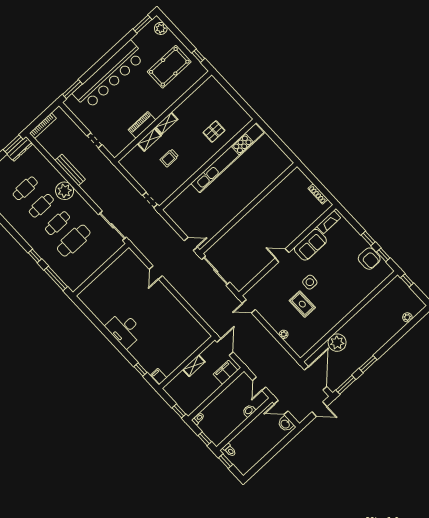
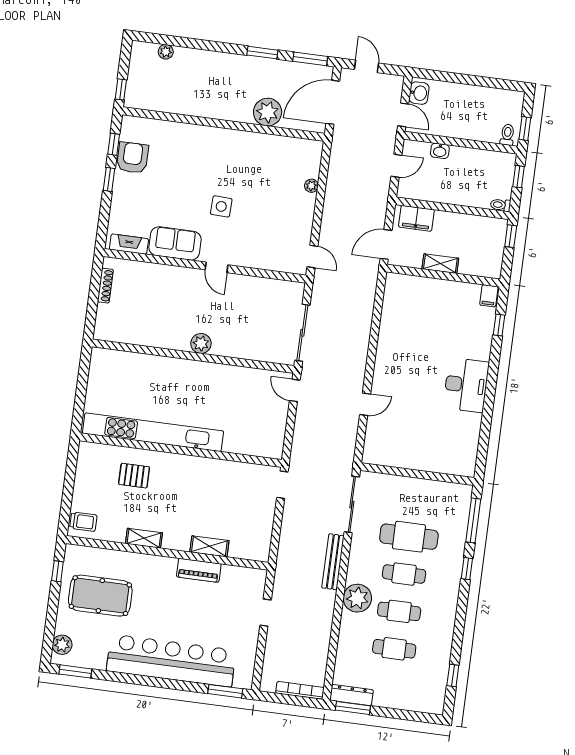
shelving: (166, 123) -> (144, 538), moved
trolley: (169, 158) -> (83, 522), moved
bench: (70, 170) -> (333, 562), moved
plant: (251, 217) -> (201, 343), added
rug: (302, 304) -> (256, 193), removed

